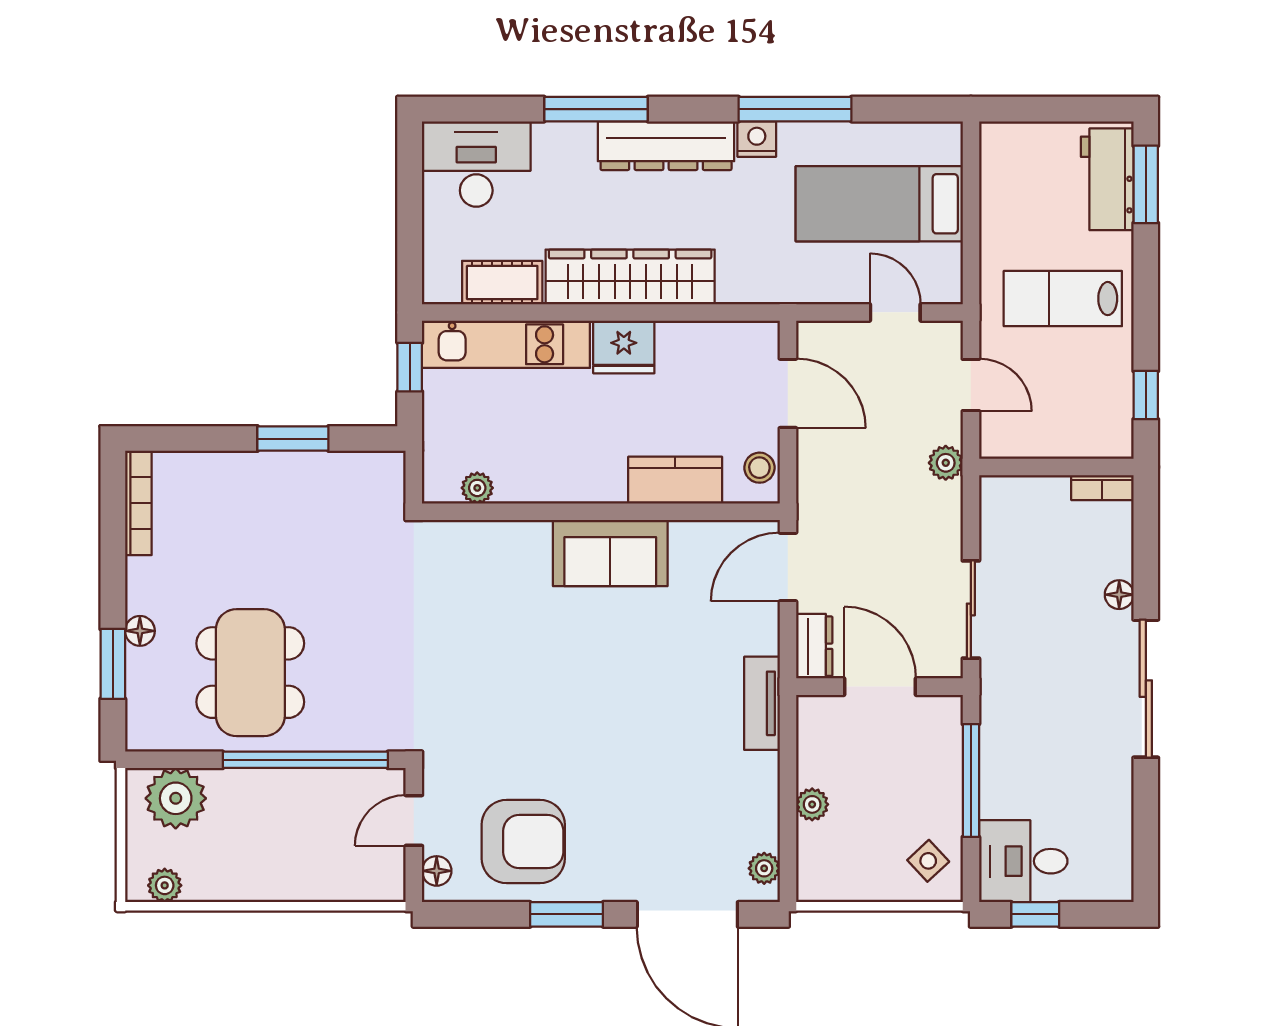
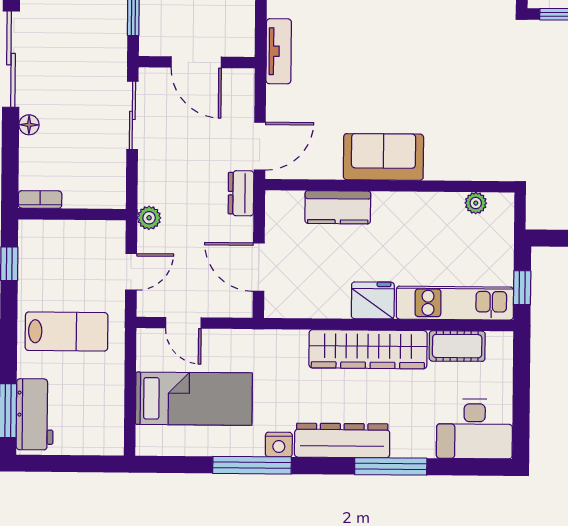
door: (971, 385) -> (131, 272), swing flipped
stool: (759, 468) -> (279, 215), removed
dresser: (814, 646) -> (241, 193), moved

